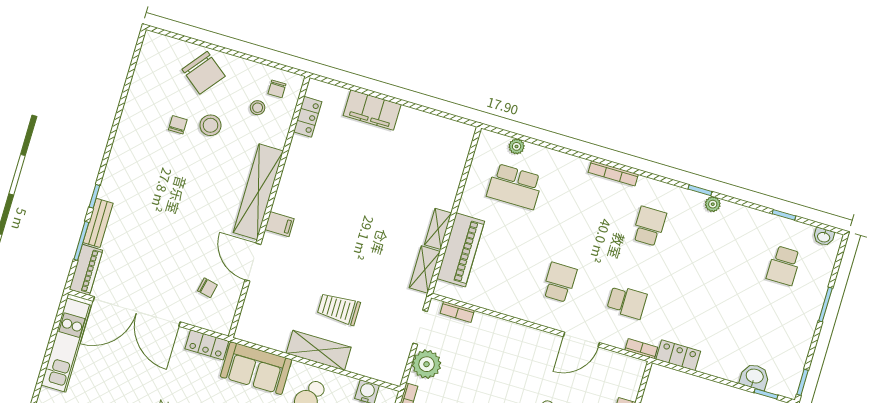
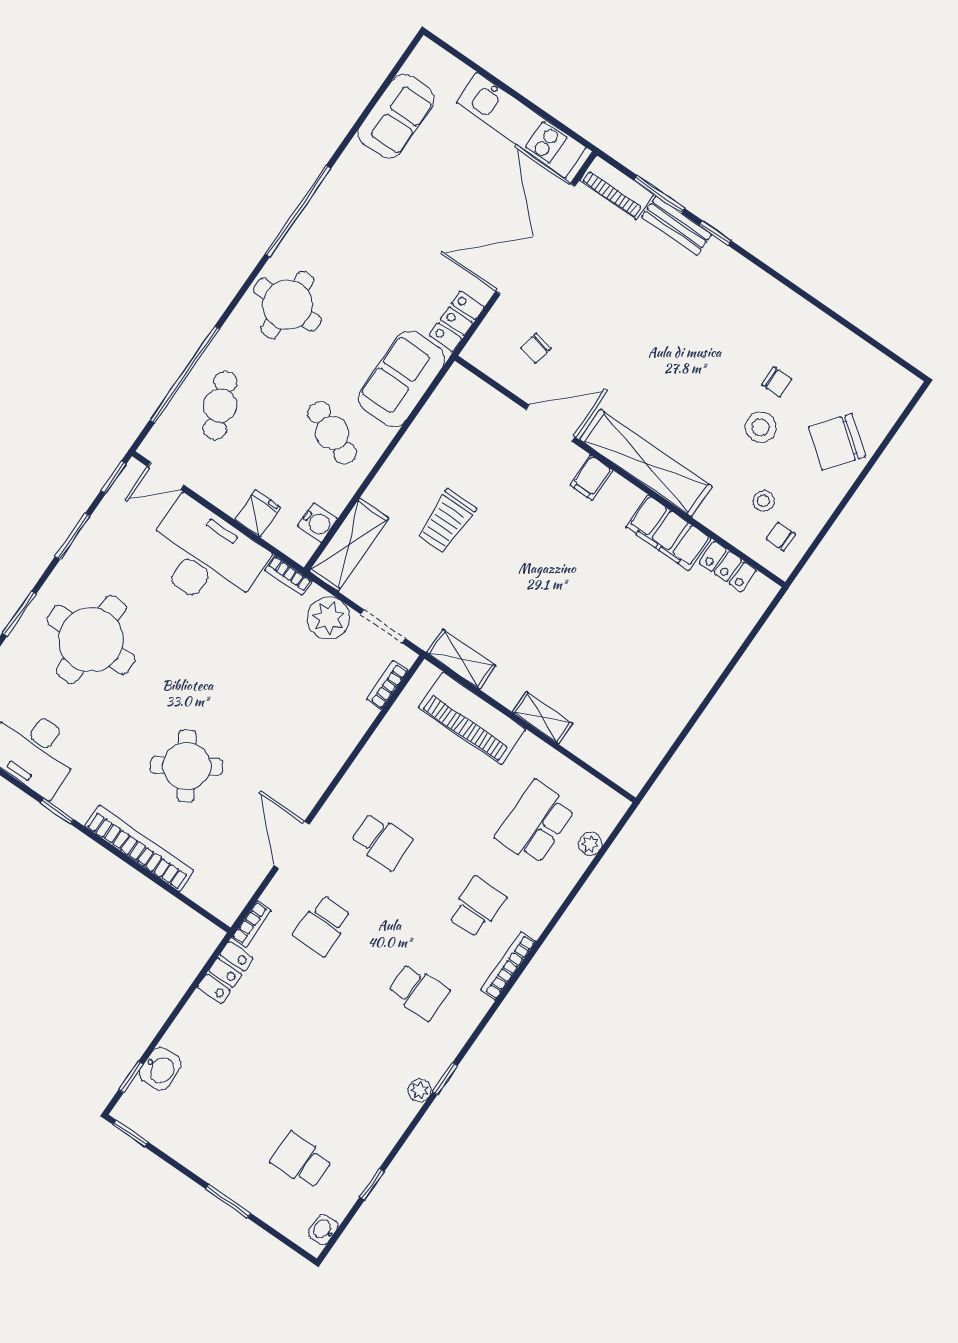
filing cabinet: (372, 110) -> (668, 533), moved, turned -90
school desk: (582, 206) -> (477, 907), added
shelving: (438, 229) -> (542, 718), moved
trolley: (339, 309) -> (446, 521), turned 180
shelving: (319, 350) -> (349, 545), moved

